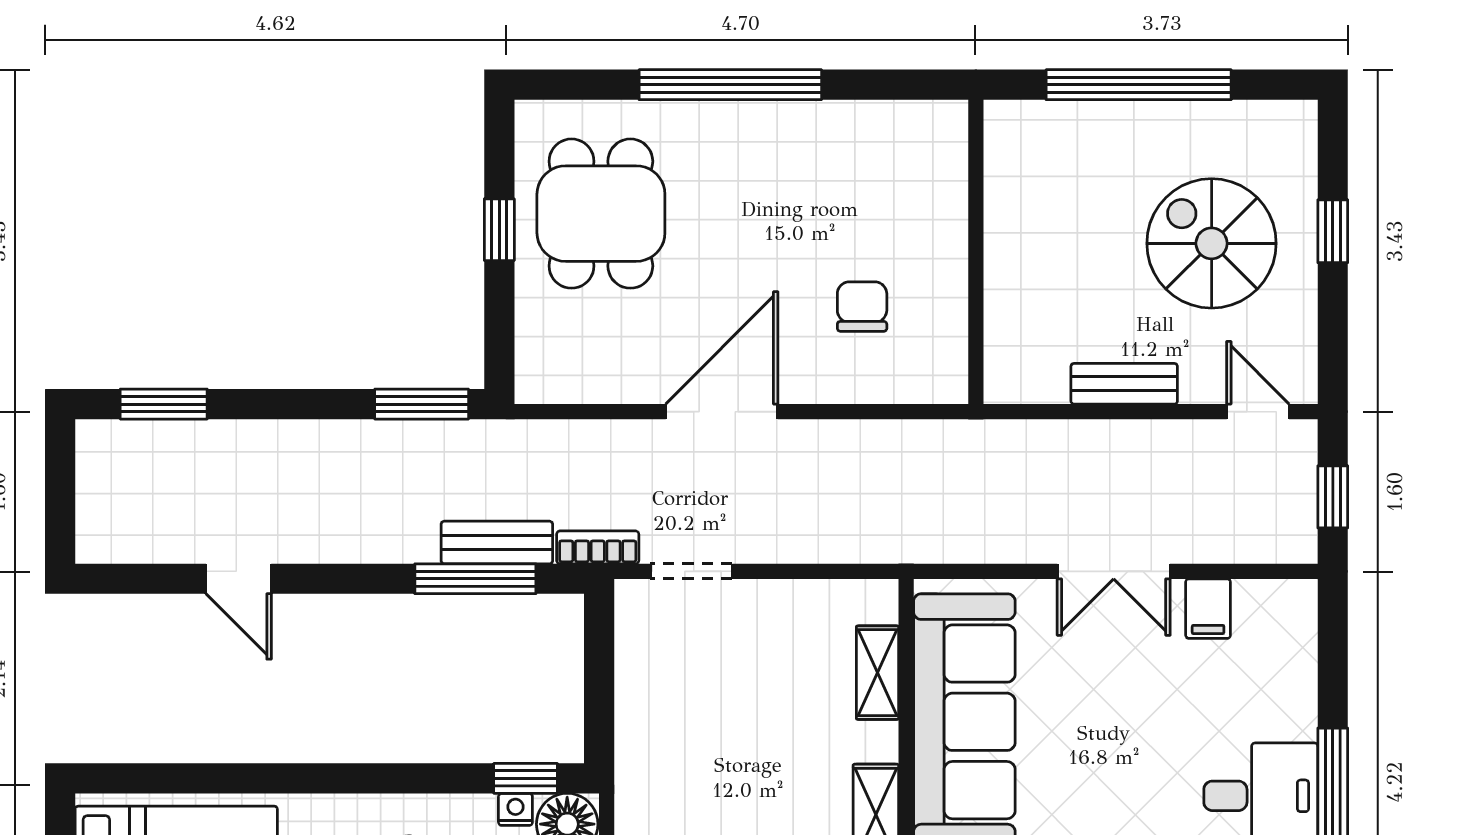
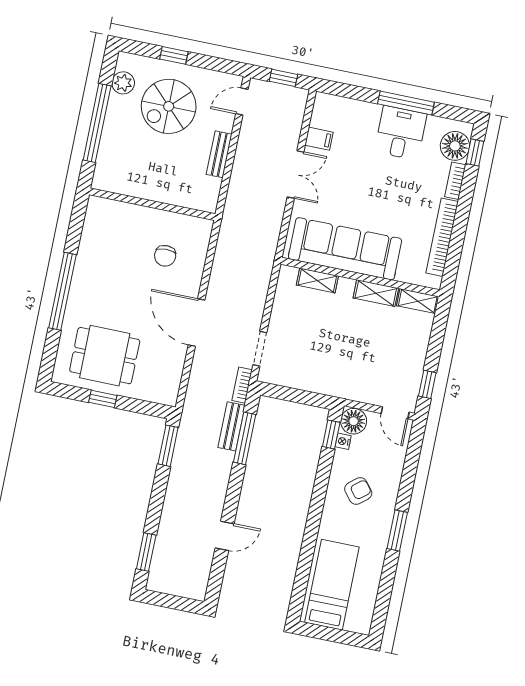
plant: (1244, 126) -> (123, 83), added
chair: (862, 307) -> (165, 256), turned -90

